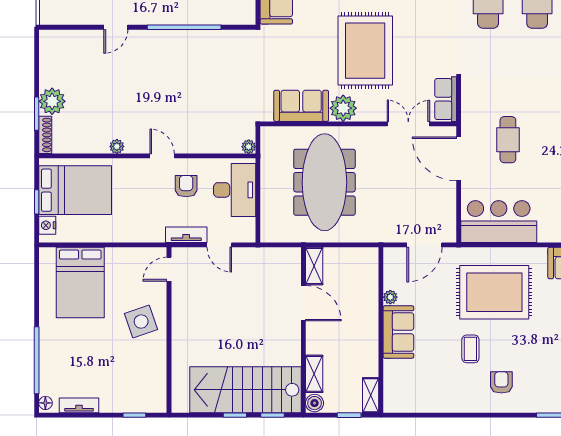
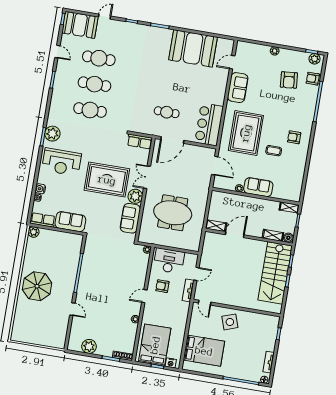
plant: (52, 101) -> (89, 346), moved
double door: (408, 124) -> (147, 177), moved
meeting table: (324, 182) -> (173, 213), width x0.73

